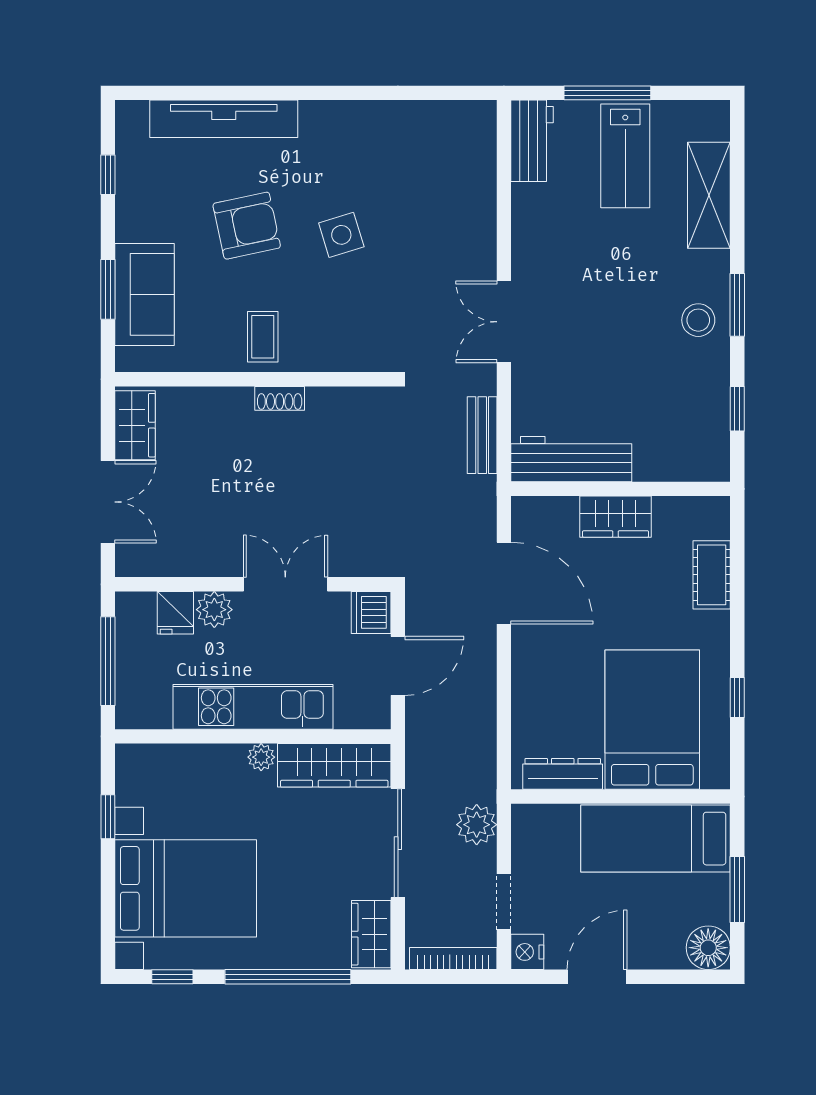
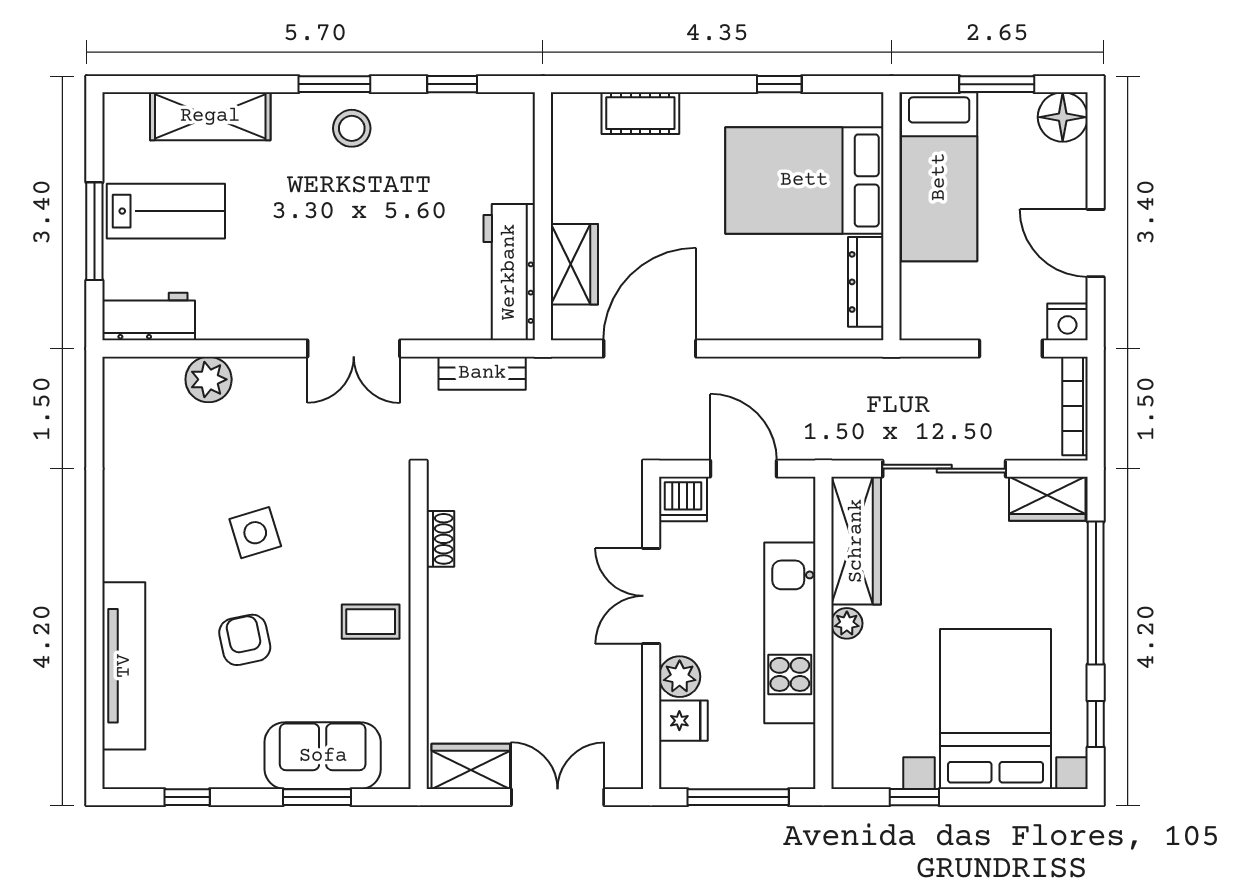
armchair: (247, 226) -> (245, 640), width x0.72, depth x0.72
shoe rack: (280, 398) -> (440, 539), moved
wardrobe: (616, 517) -> (574, 264), moved
plant: (477, 825) -> (209, 379), moved

